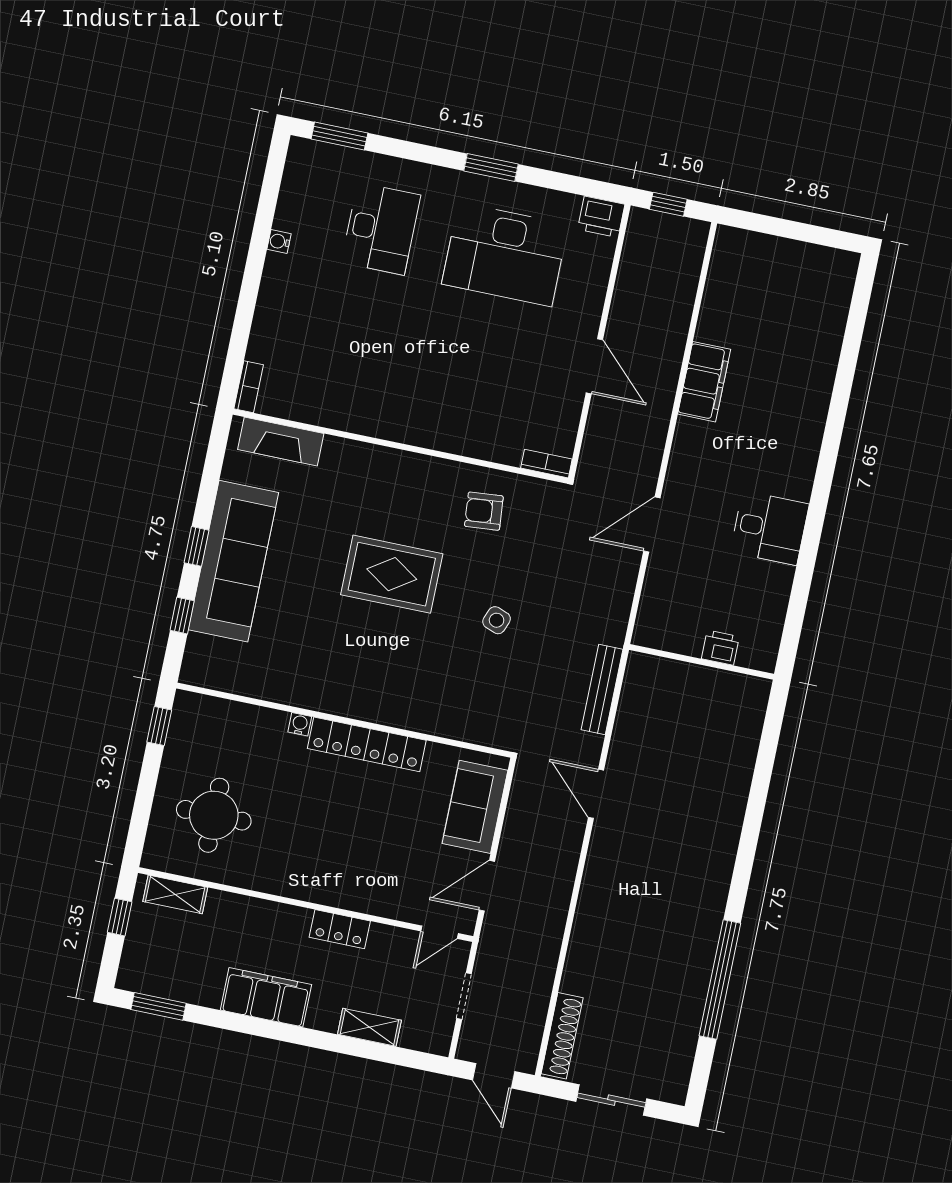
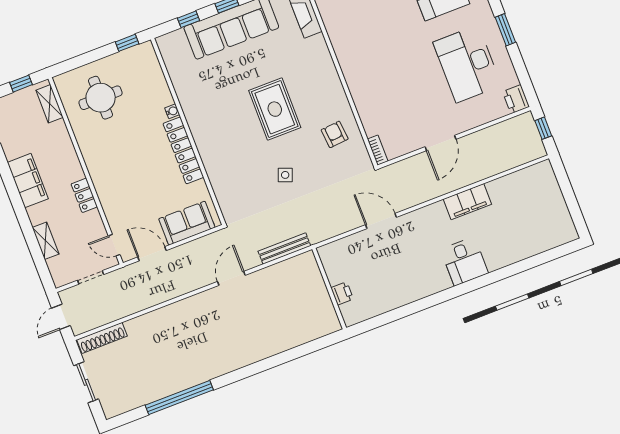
desk: (770, 528) -> (464, 261), moved

